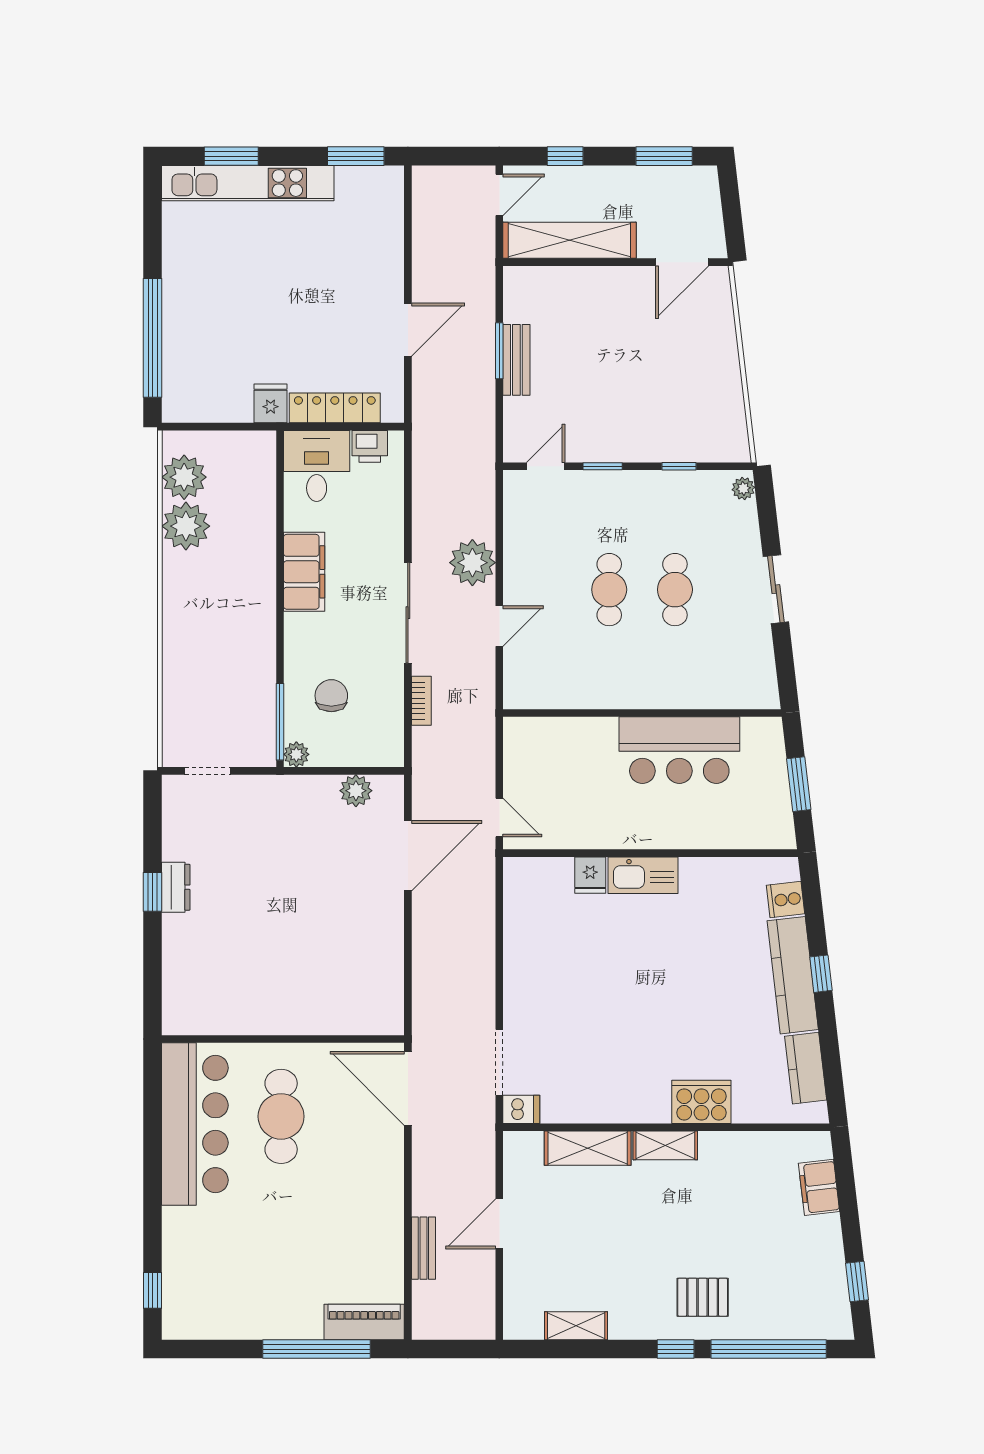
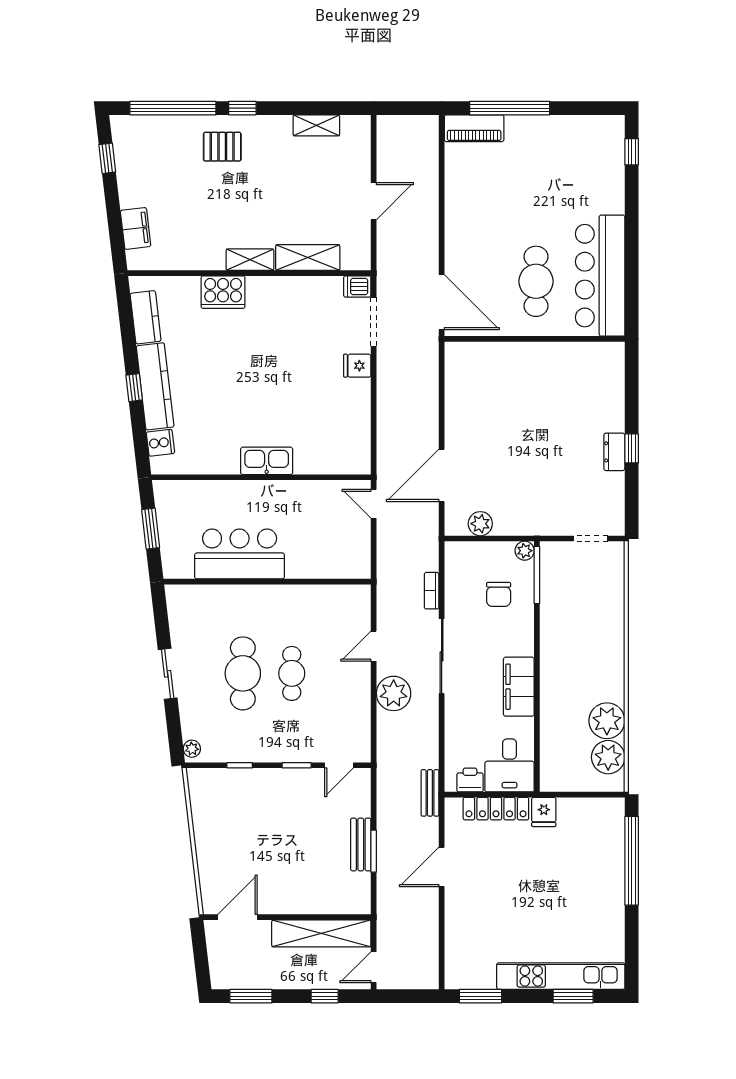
cafe table: (675, 590) -> (243, 673), width x1.37, depth x1.35
fridge: (590, 875) -> (357, 366), moved, turned -90
bench: (423, 1248) -> (430, 793), moved

